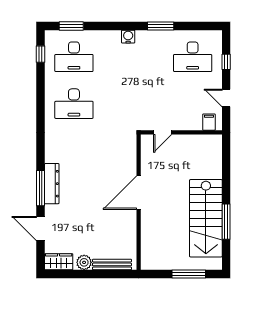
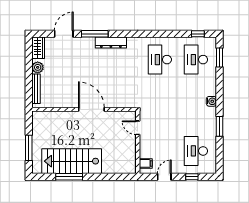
dresser: (52, 184) -> (111, 42), moved

